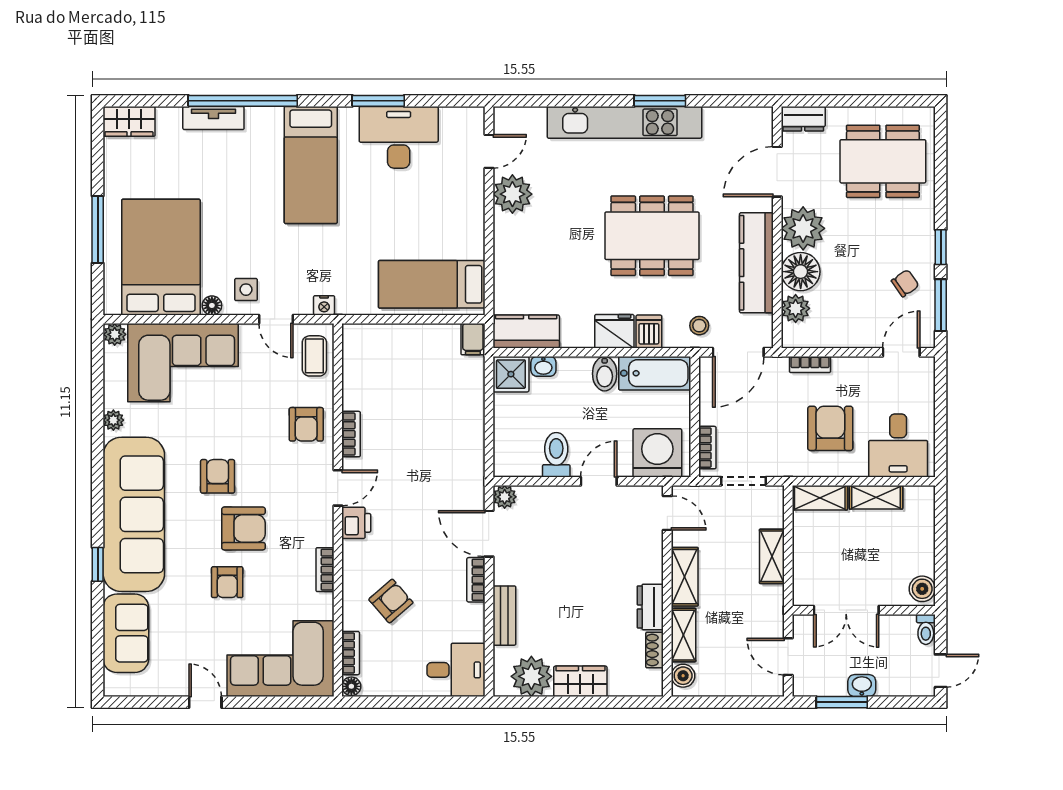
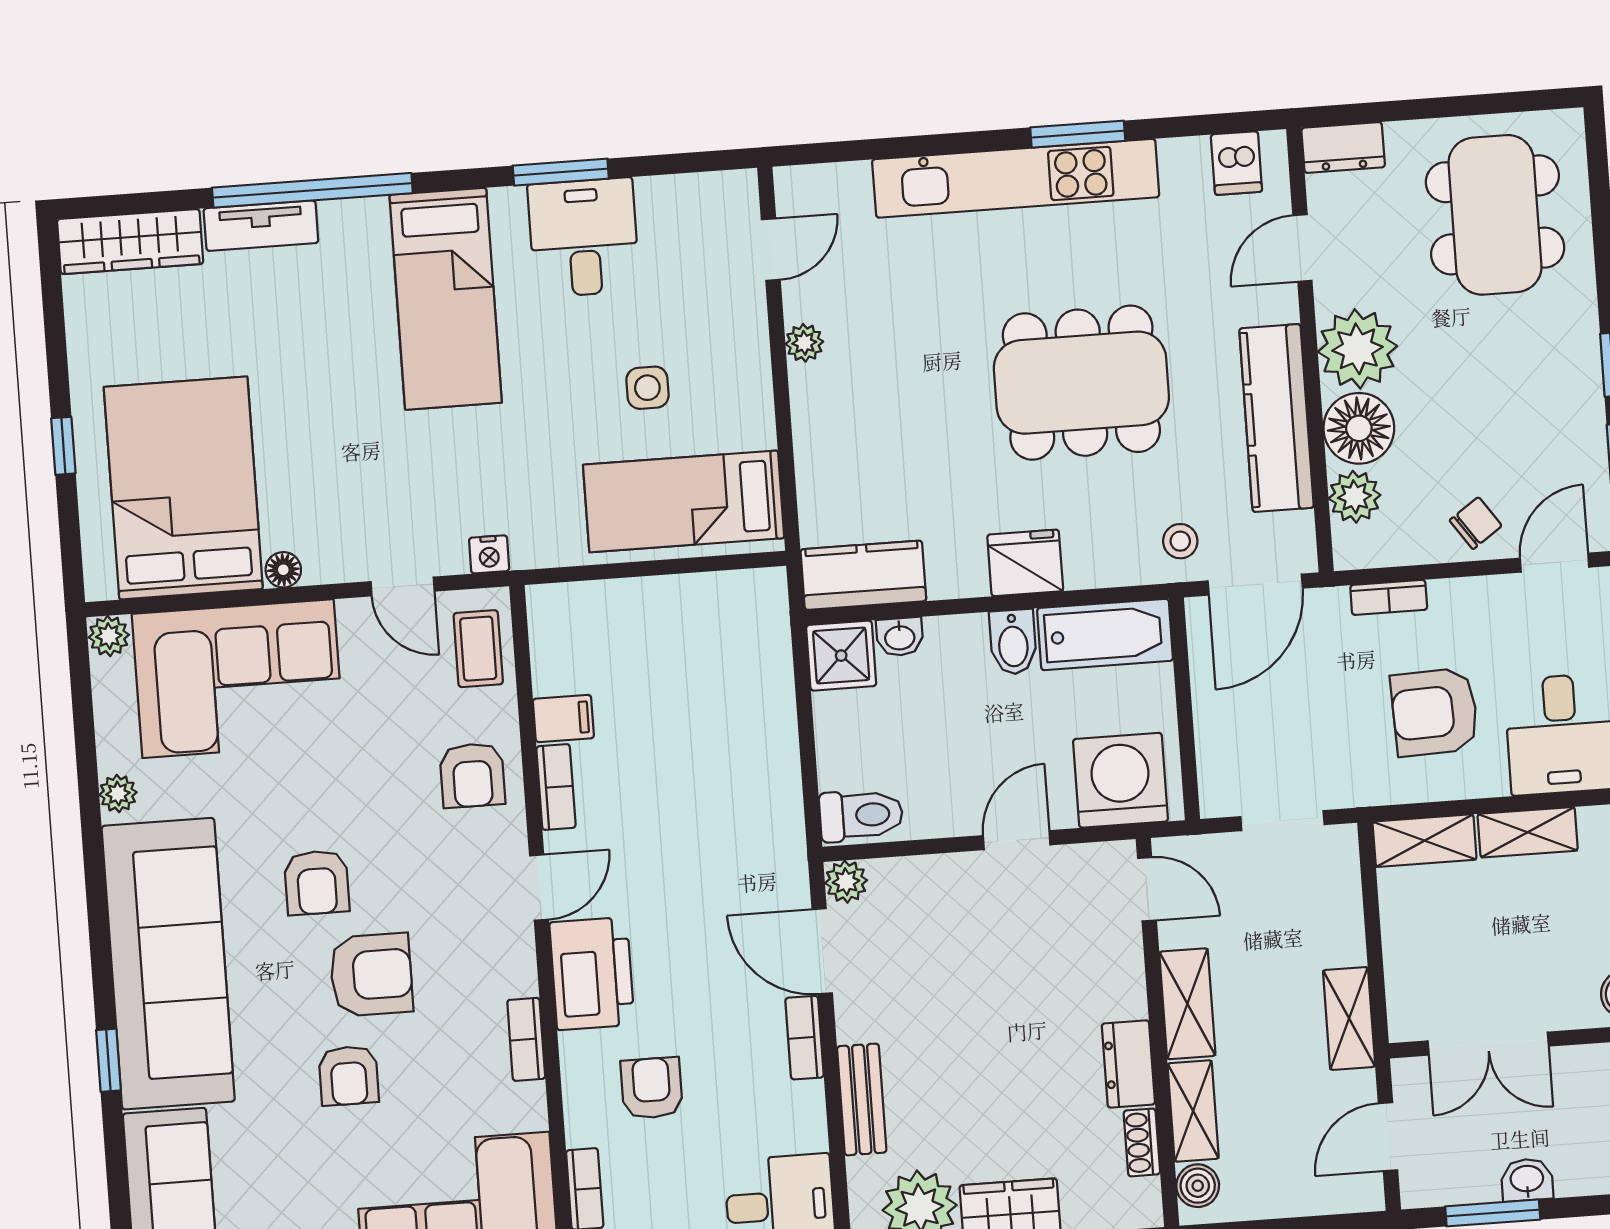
wardrobe: (129, 121) -> (130, 242), width x1.50
desk: (399, 137) -> (584, 238), width x0.73
dining table: (883, 161) -> (1495, 215), turned 90
door: (777, 172) -> (1302, 248), width x0.73
plant: (512, 194) -> (804, 343), width x0.53, depth x0.53
window: (98, 230) -> (63, 446), width x0.46
chair: (905, 283) -> (1476, 523), moved
side table: (246, 290) -> (647, 388), moved
dishwasher: (649, 331) -> (1236, 163), moved, turned 180
filing cabinet: (473, 339) -> (563, 718), moved, turned -90
armchair: (830, 428) -> (1435, 712), turned -92
bookcase: (707, 448) -> (1212, 764), removed
toilet: (556, 455) -> (861, 815), moved, turned 90
armchair: (218, 476) -> (317, 883), turned 180
printer: (356, 523) -> (592, 974), width x1.87, depth x1.48
shelving: (772, 556) -> (1349, 1018), moved
armchair: (391, 601) -> (652, 1088), turned -49
door: (788, 657) -> (1388, 1137), hinge flipped

